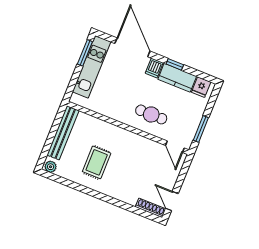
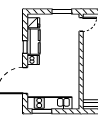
cafe table: (151, 114) -> (66, 49), removed

